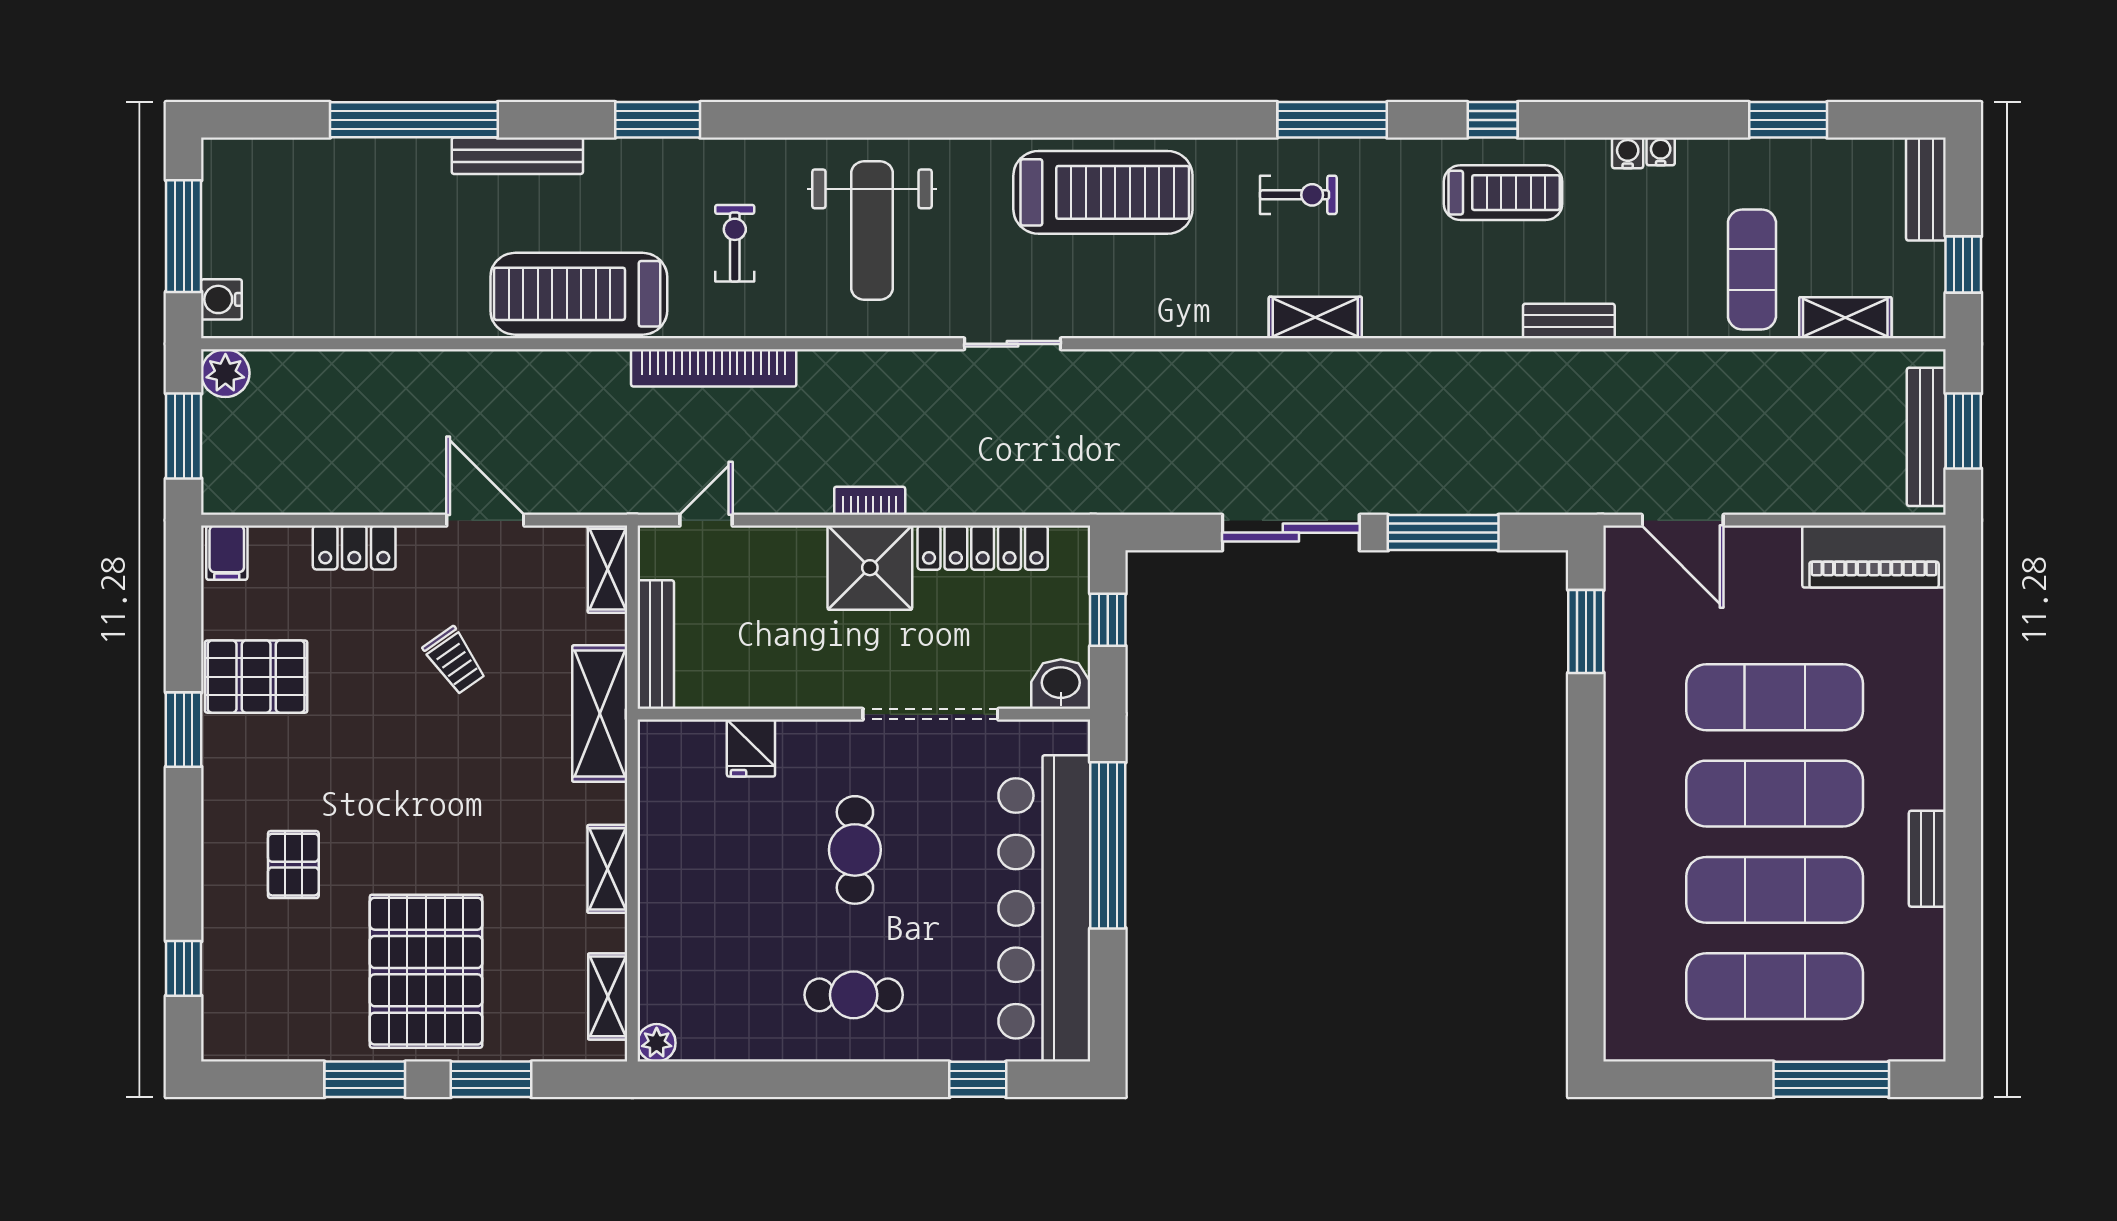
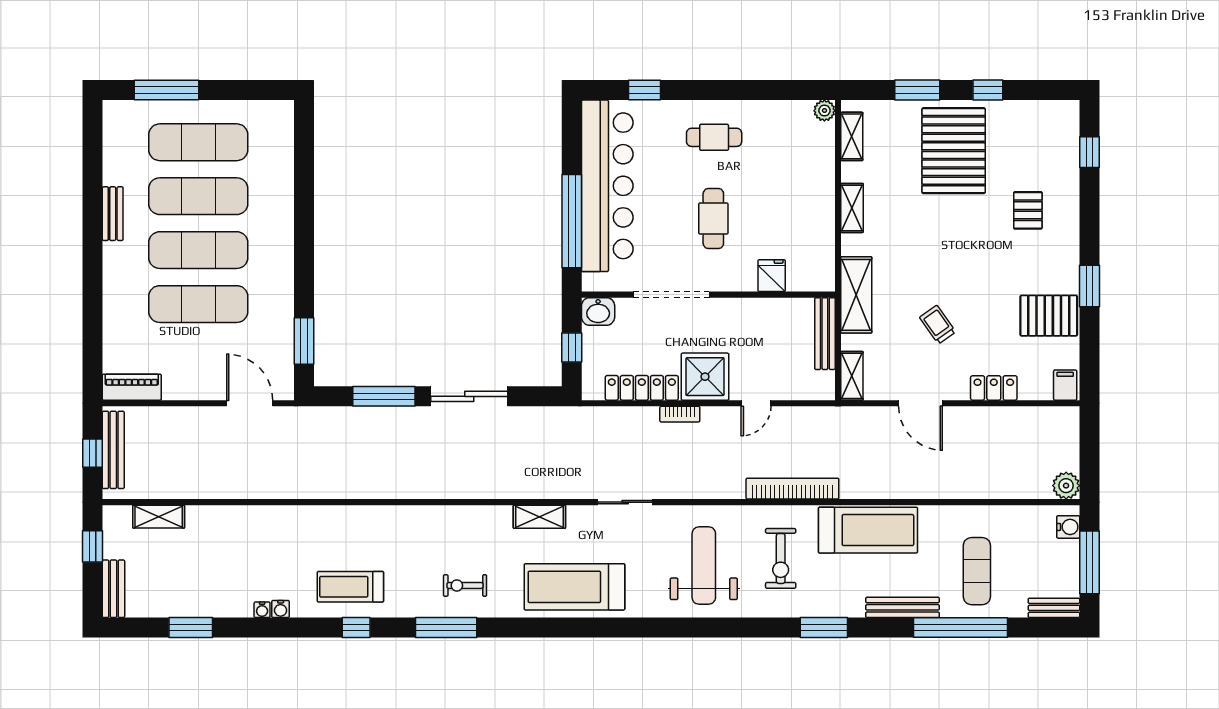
exercise bike: (735, 243) -> (781, 558), width x1.38, depth x1.39
exercise mat: (1752, 269) -> (977, 571), moved
shelving: (1315, 318) -> (539, 517), moved
bench: (1569, 321) -> (1054, 608), moved
window: (1963, 431) -> (93, 453), width x0.67
window: (184, 436) -> (1089, 450), removed
bookcase: (870, 501) -> (680, 414), moved
door: (706, 520) -> (756, 403), moved
piano: (1874, 557) -> (132, 387), width x0.73, depth x0.75
window: (365, 1079) -> (988, 90), width x0.67

